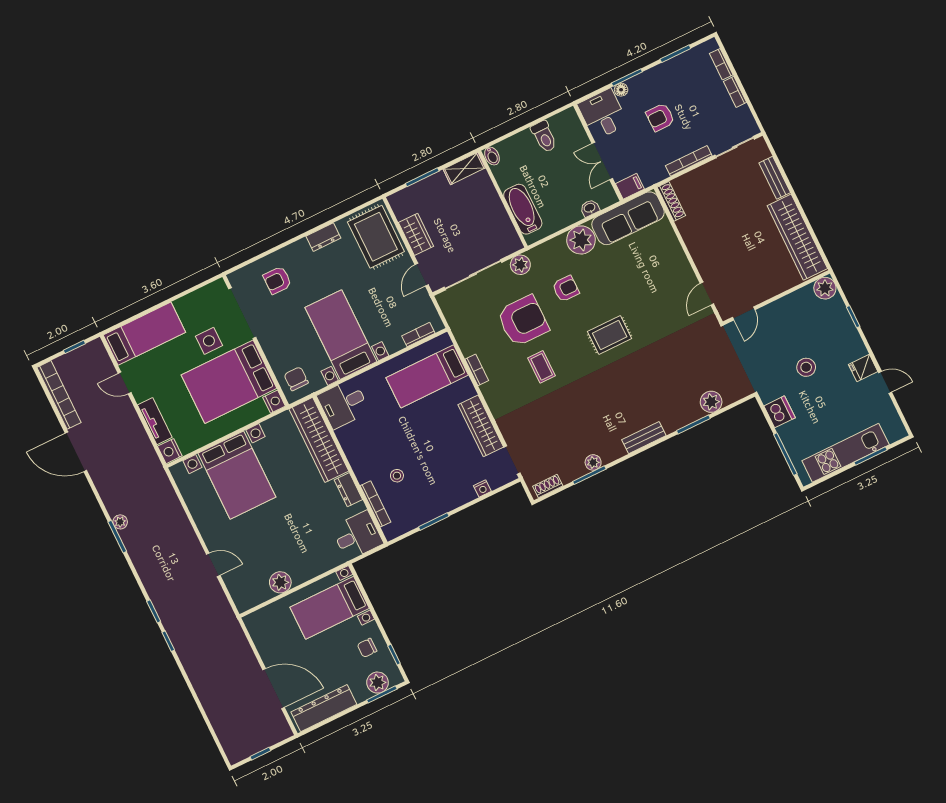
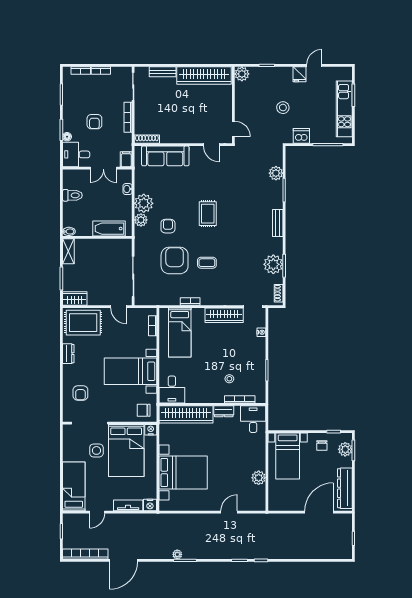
sofa: (628, 218) -> (165, 156), moved, turned 90
wardrobe: (416, 234) -> (75, 298), moved
plant: (520, 265) -> (141, 220), moved
plant: (593, 462) -> (273, 264), width x1.88, depth x1.88

